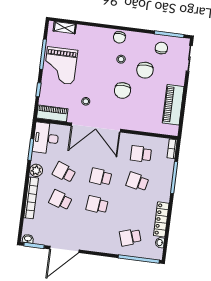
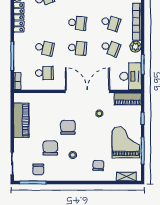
chair: (119, 37) -> (98, 165), moved

